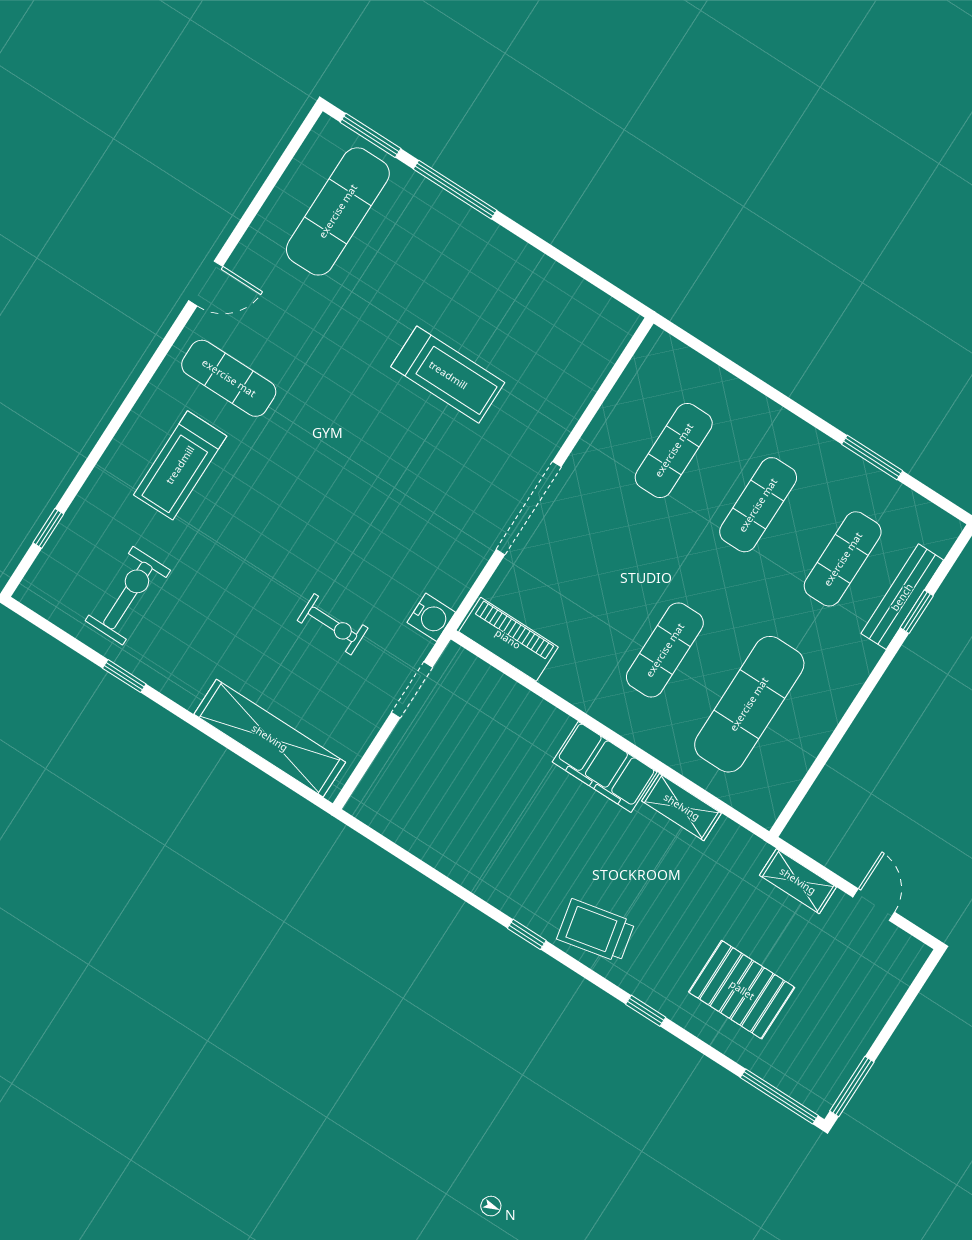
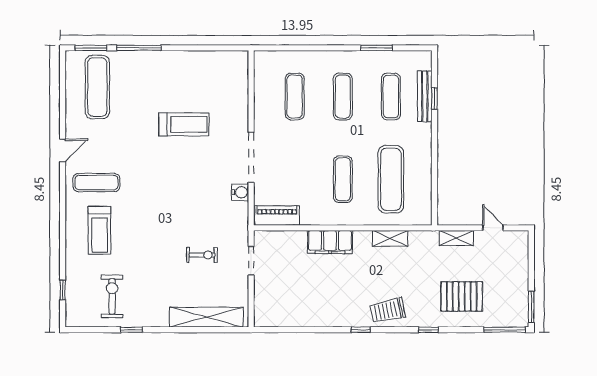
water cooler: (431, 617) -> (240, 192), moved
filing cabinet: (605, 767) -> (330, 242), moved

